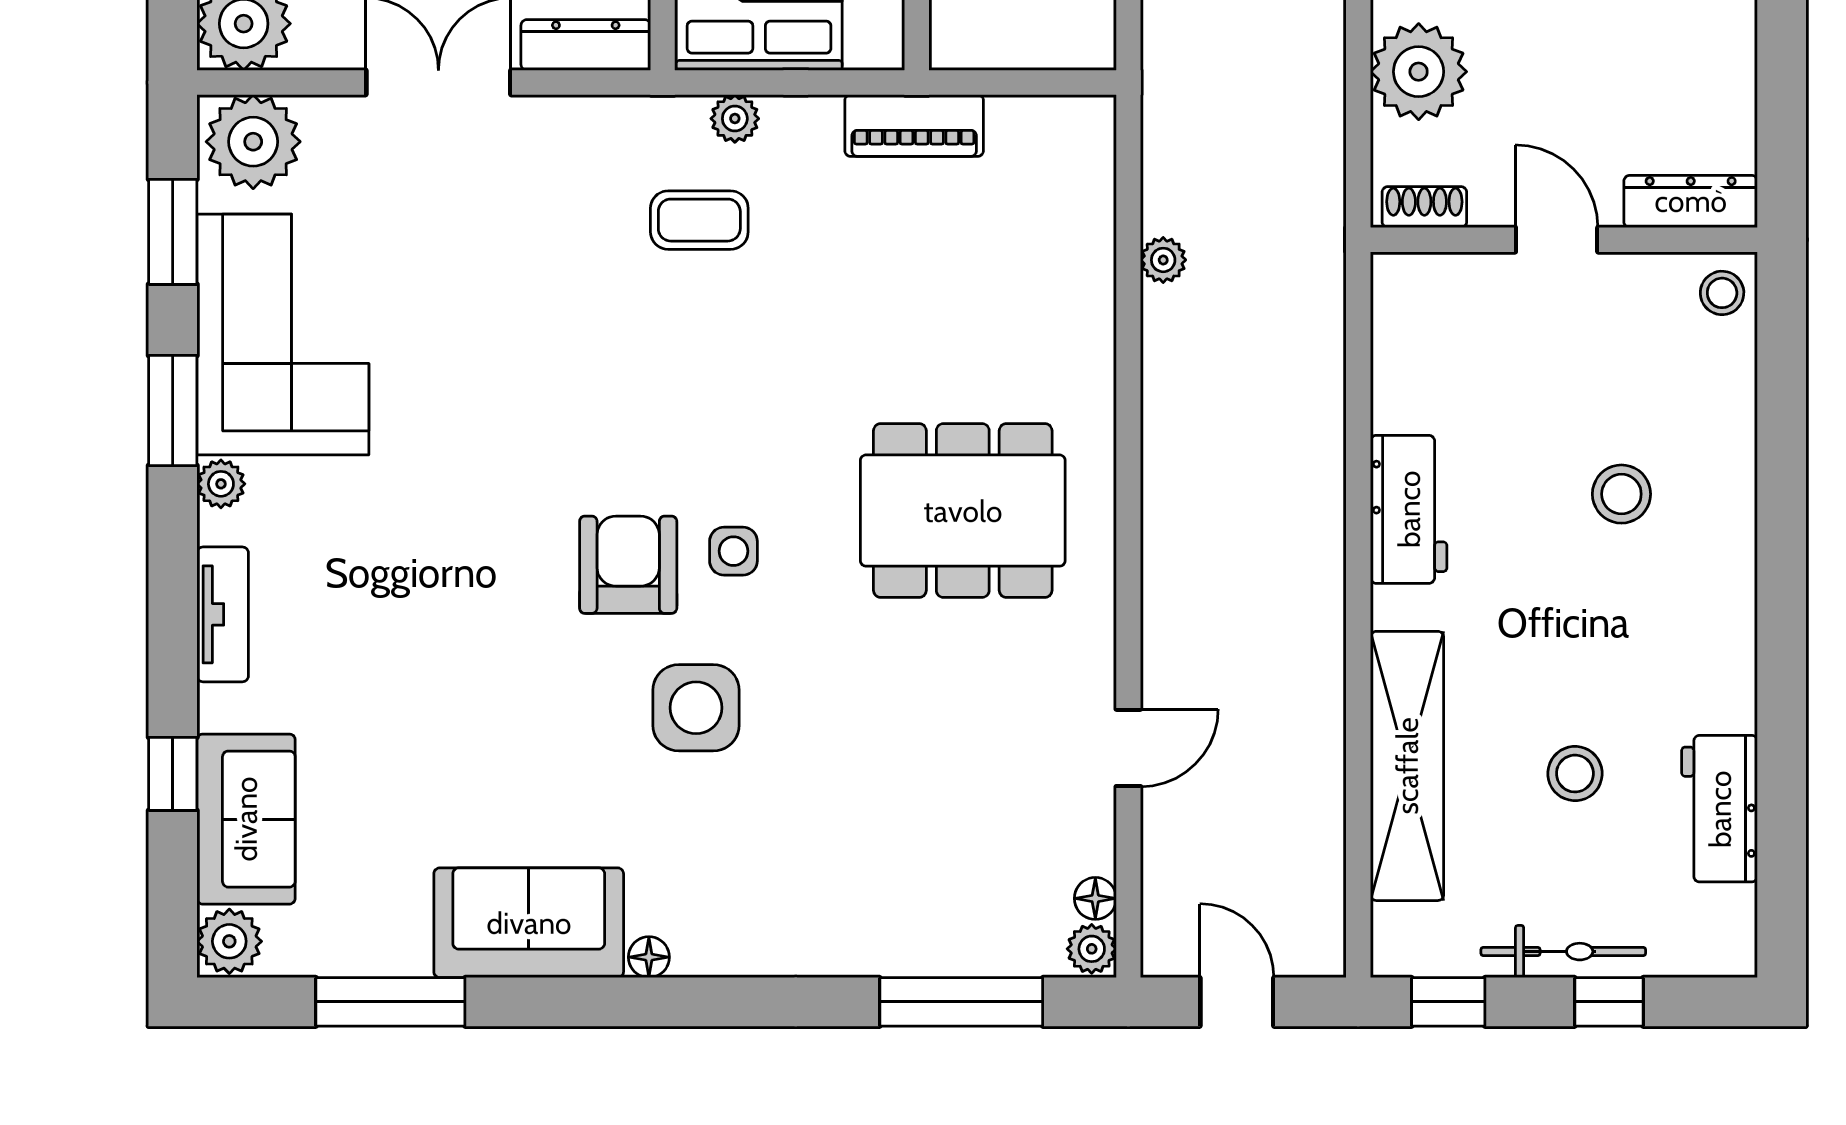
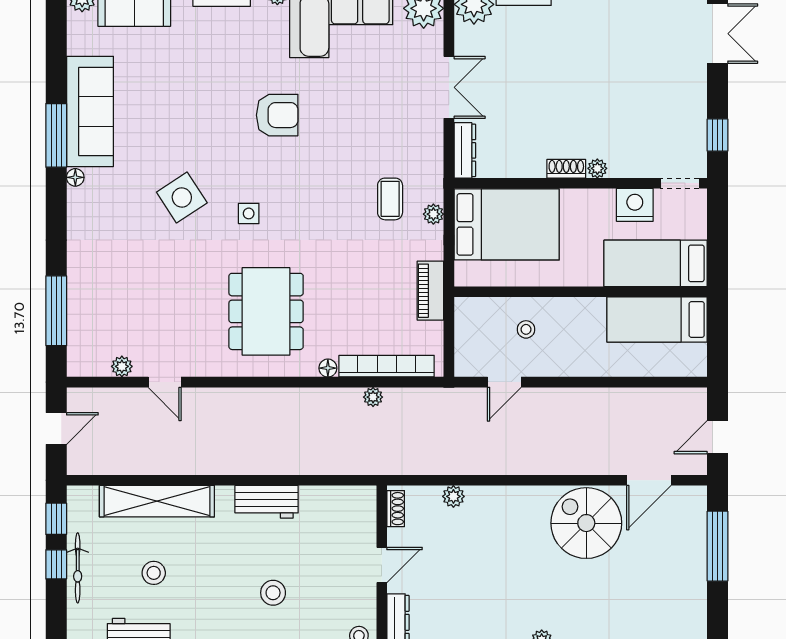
plant: (1419, 72) -> (453, 496), width x0.53, depth x0.53
bookcase: (1091, 228) -> (387, 366), added
armchair: (628, 565) -> (277, 115), moved
side table: (696, 708) -> (182, 198), turned -33
floor lamp: (1095, 898) -> (328, 368), moved
sofa: (529, 923) -> (90, 111), width x1.36
plant: (1092, 949) -> (122, 366), moved
window: (390, 1002) -> (56, 135), moved
window: (1609, 1002) -> (56, 564), moved

